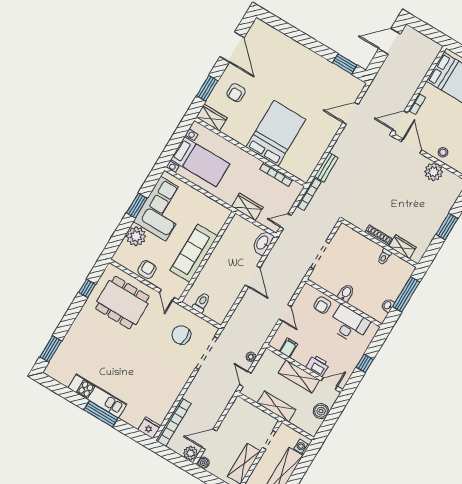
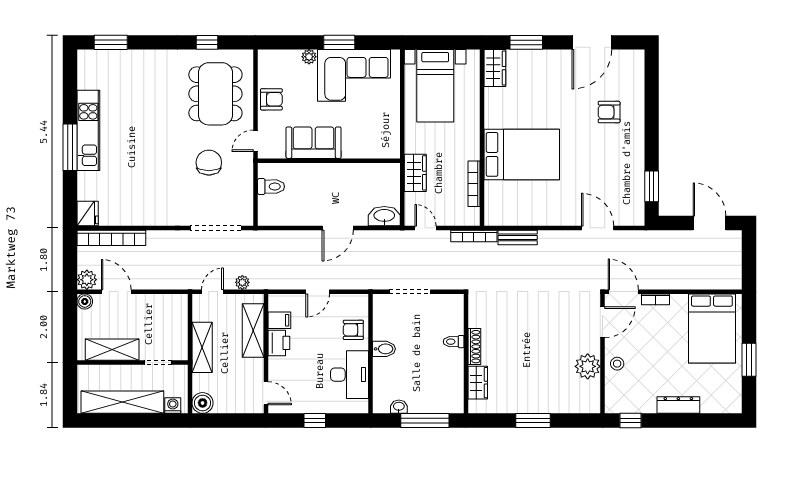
armchair: (236, 93) -> (609, 112), moved
plant: (136, 236) -> (309, 57), width x0.53, depth x0.53
sofa: (194, 253) -> (314, 143), width x0.73
toilet: (384, 257) -> (454, 342), moved
chair: (181, 335) -> (209, 163), moved
printer: (317, 366) -> (279, 343), moved
shelving: (299, 376) -> (253, 331), moved
boiler: (321, 411) -> (203, 403), moved

